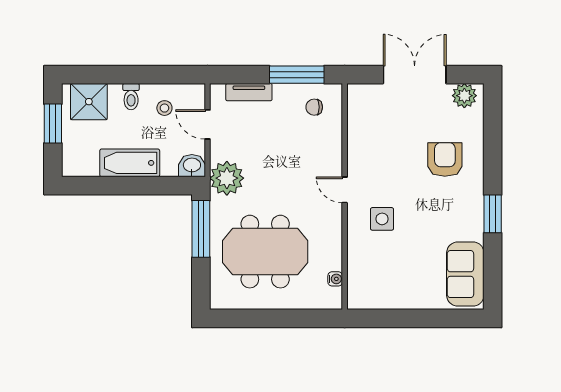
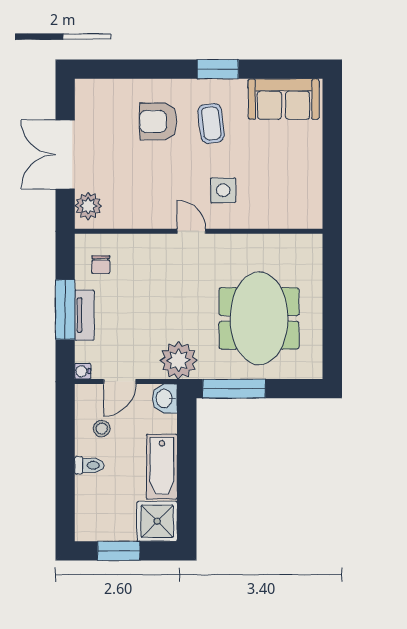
window: (297, 75) -> (65, 310), moved
tv unit: (249, 92) -> (84, 315), moved
plant: (464, 96) -> (88, 206), moved
shower: (89, 102) -> (157, 521), moved
door: (345, 190) -> (191, 231), swing flipped
coffee table: (443, 208) -> (211, 123), added
water cooler: (335, 279) -> (83, 371), moved, turned -90

